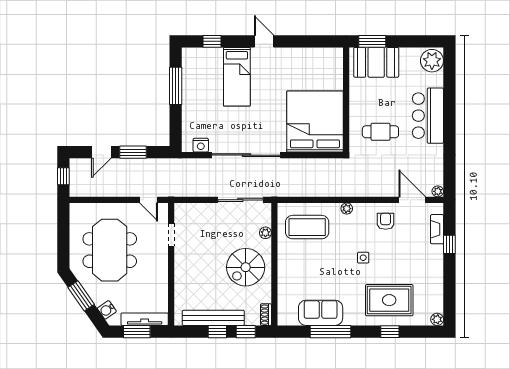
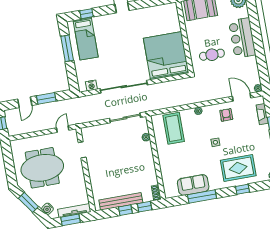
bed: (237, 77) -> (86, 39), moved
door: (149, 200) -> (63, 129), swing flipped
coffee table: (307, 227) -> (174, 128), turned 90
meeting table: (110, 250) -> (42, 168), turned 90
spiral stairs: (246, 267) -> (137, 163), removed

